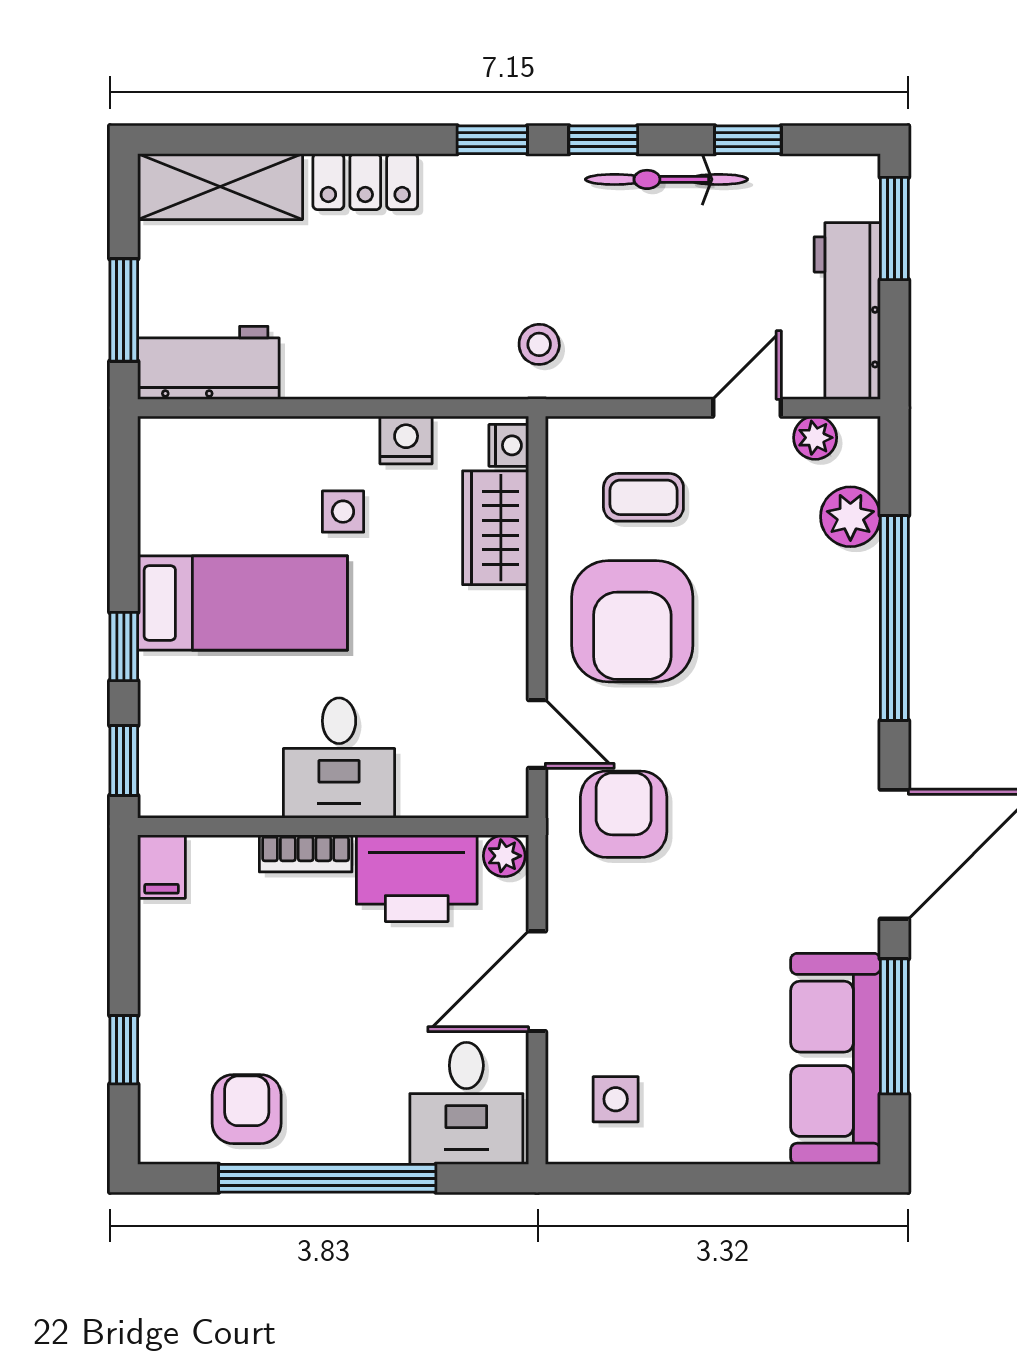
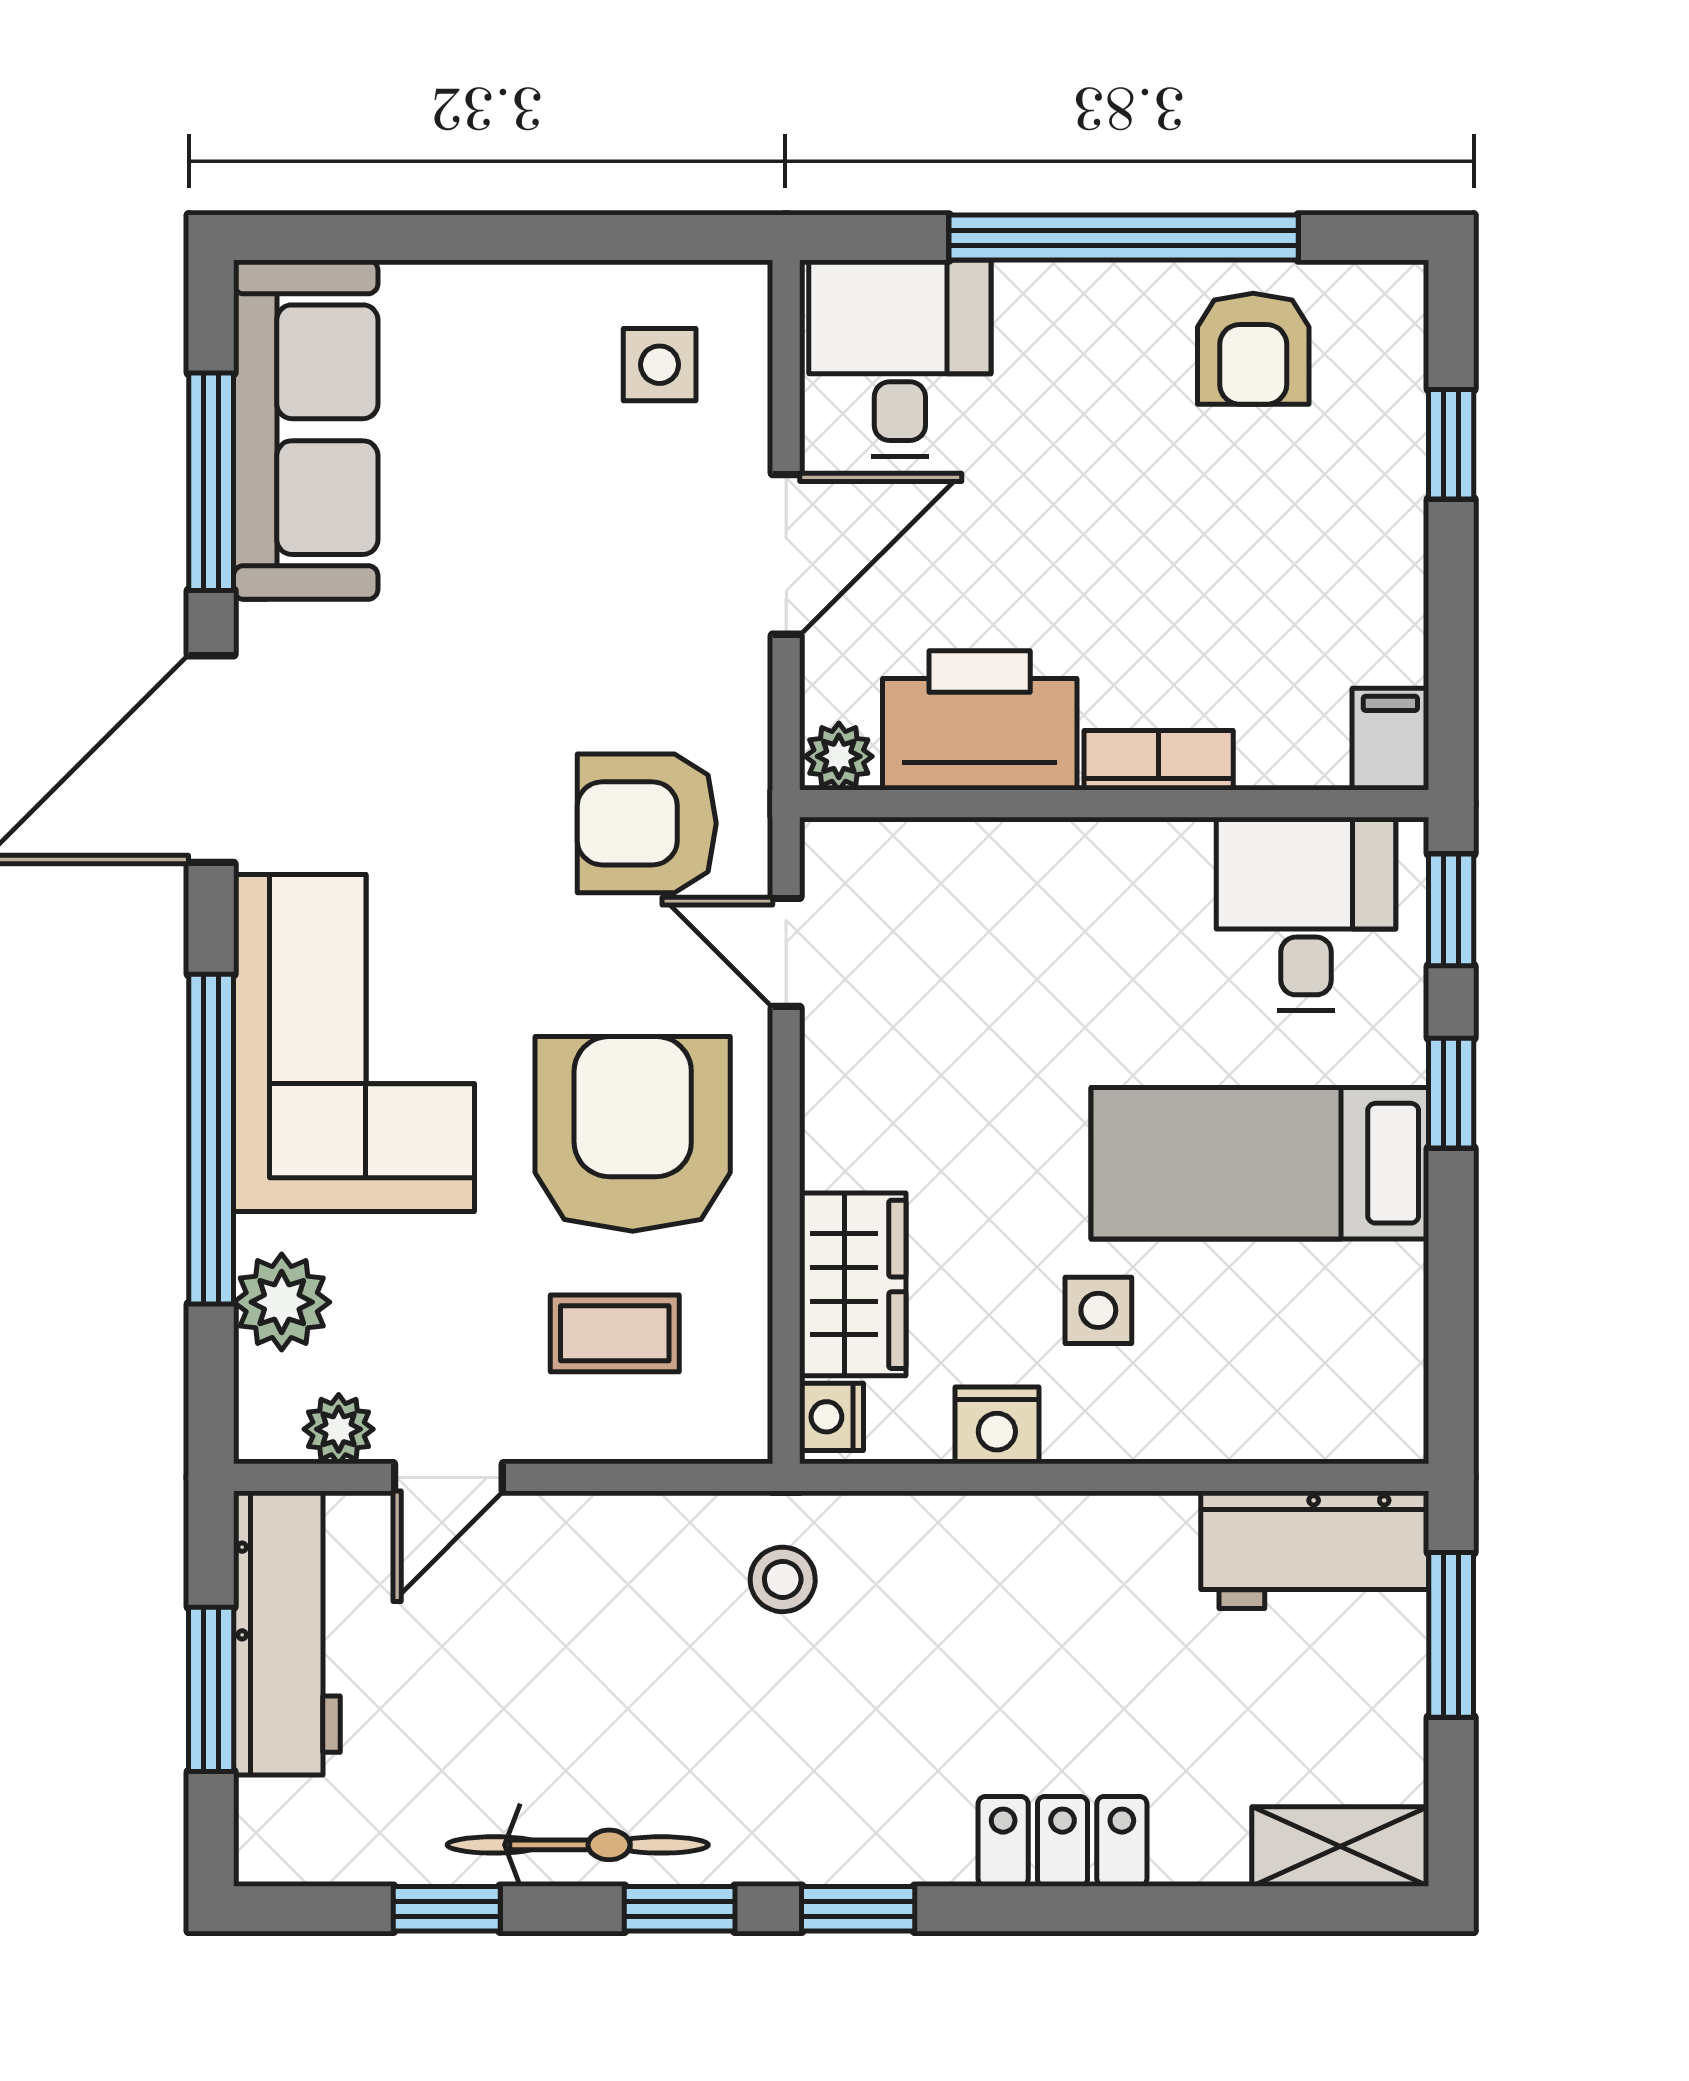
shelving: (220, 187) -> (1340, 1846), width x0.67, depth x0.75
window: (894, 229) -> (211, 1689), moved
corner sofa: (806, 678) -> (354, 1043), added
desk: (339, 758) -> (1306, 914), moved
armchair: (624, 814) -> (647, 823), turned 90

